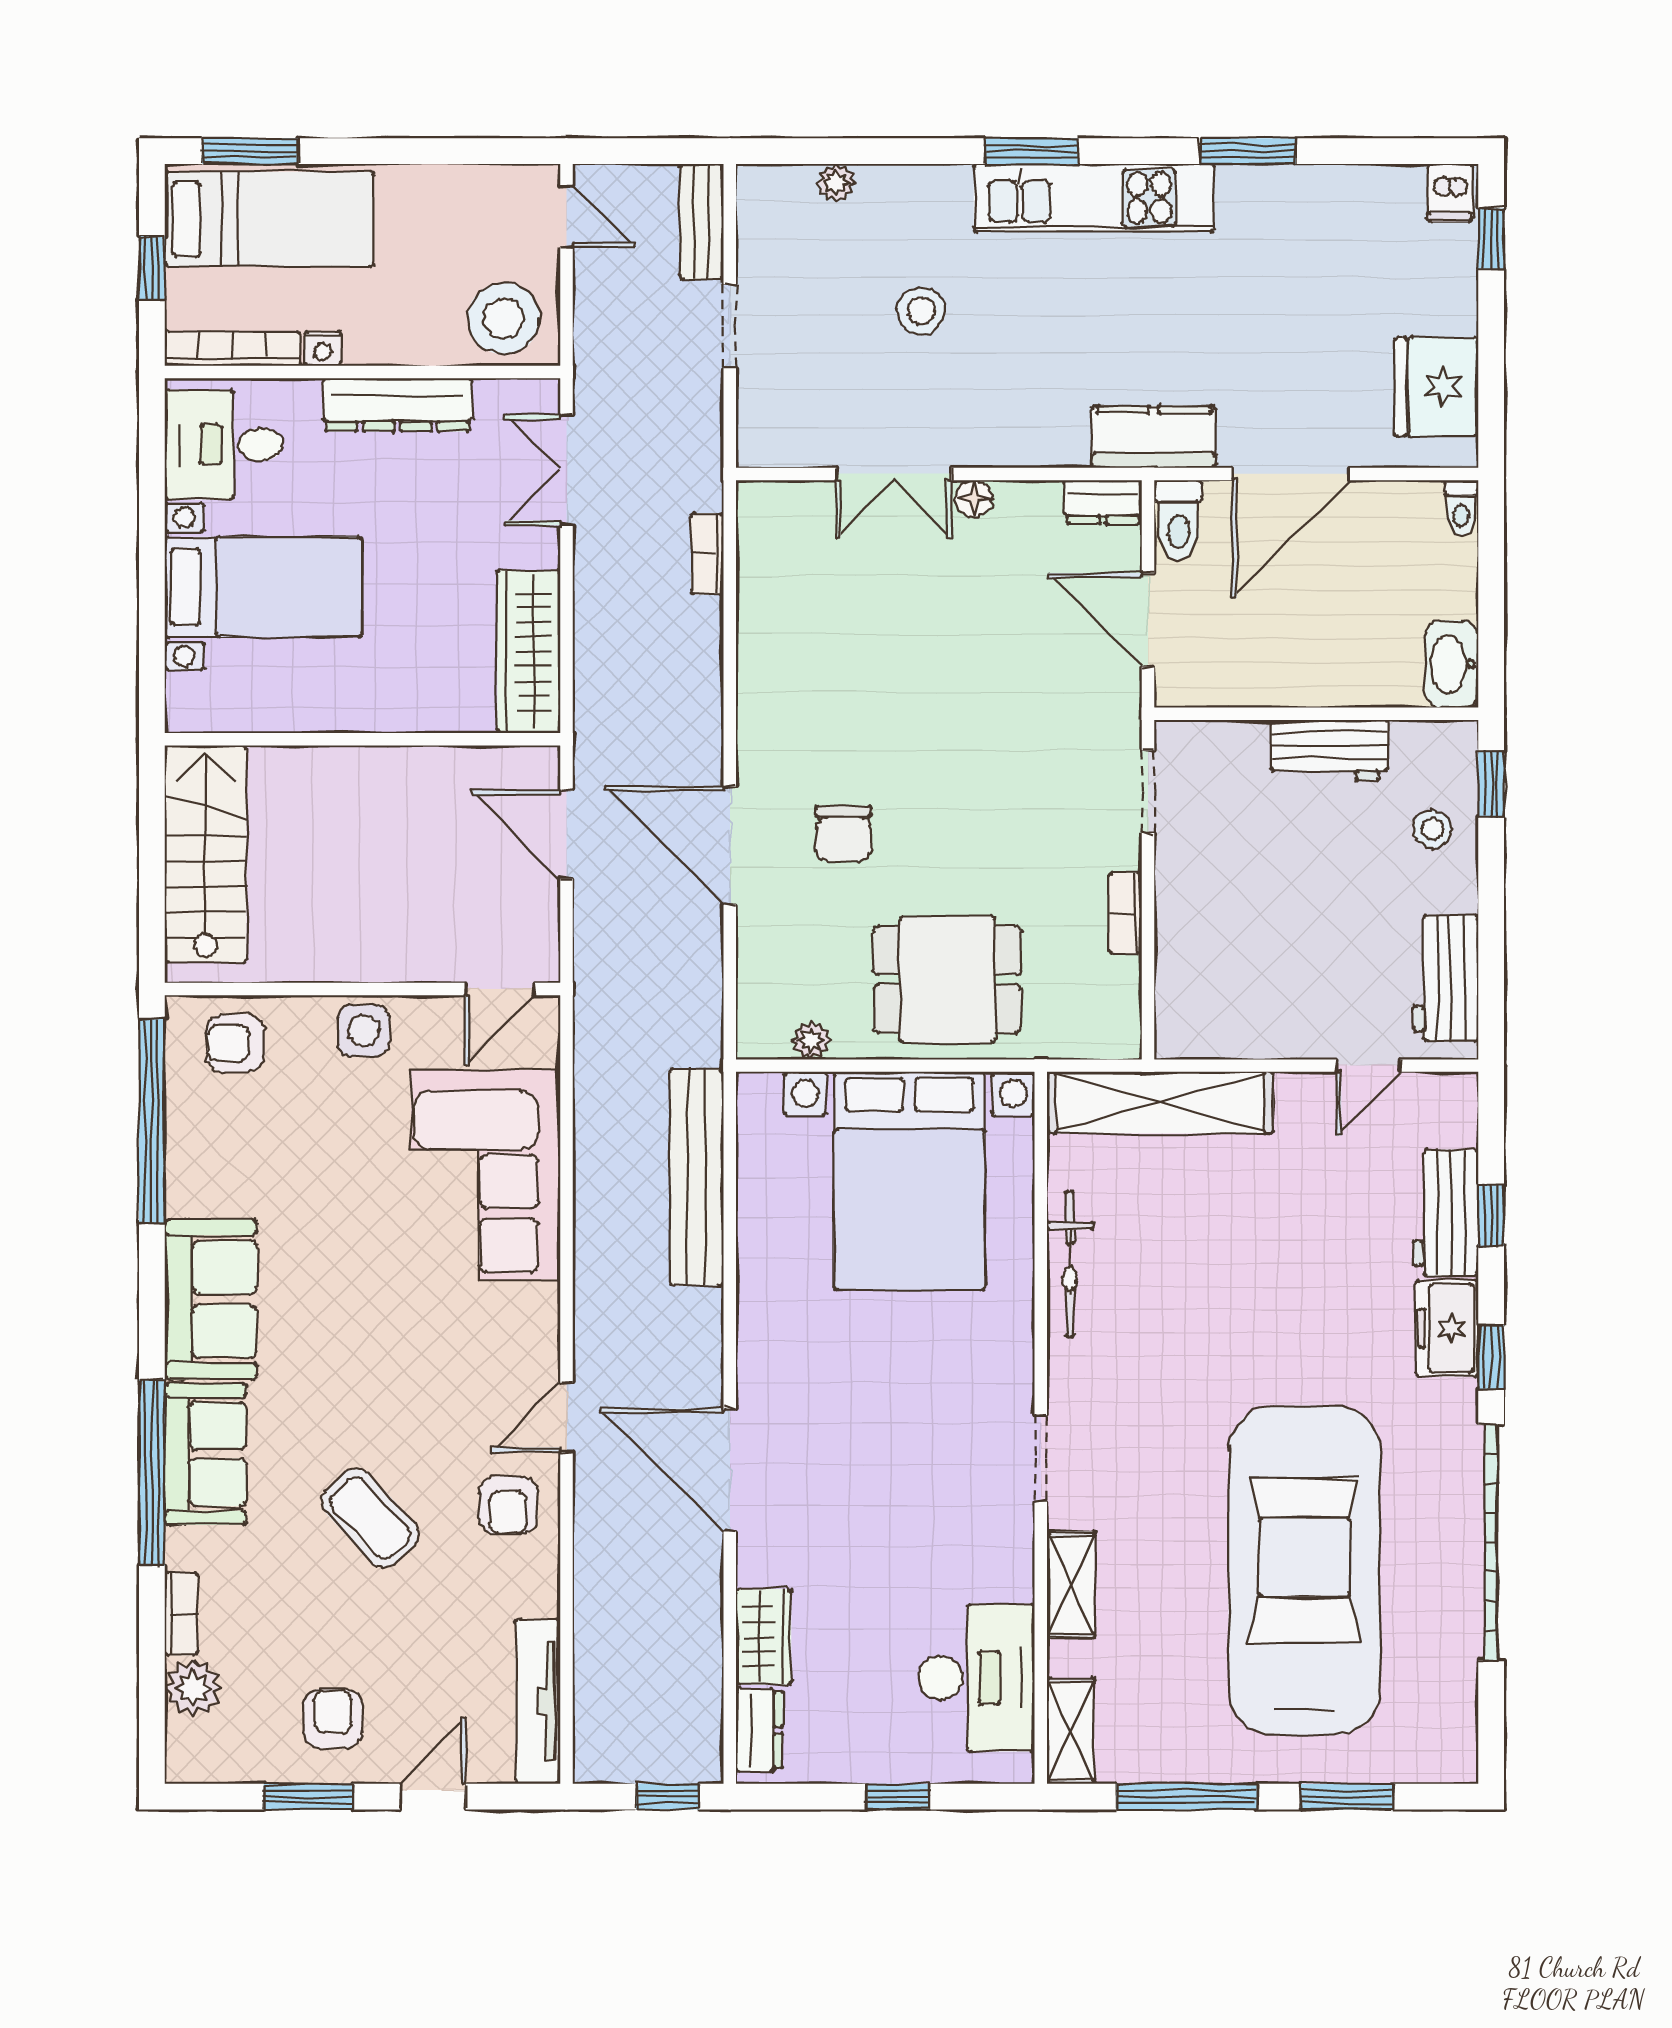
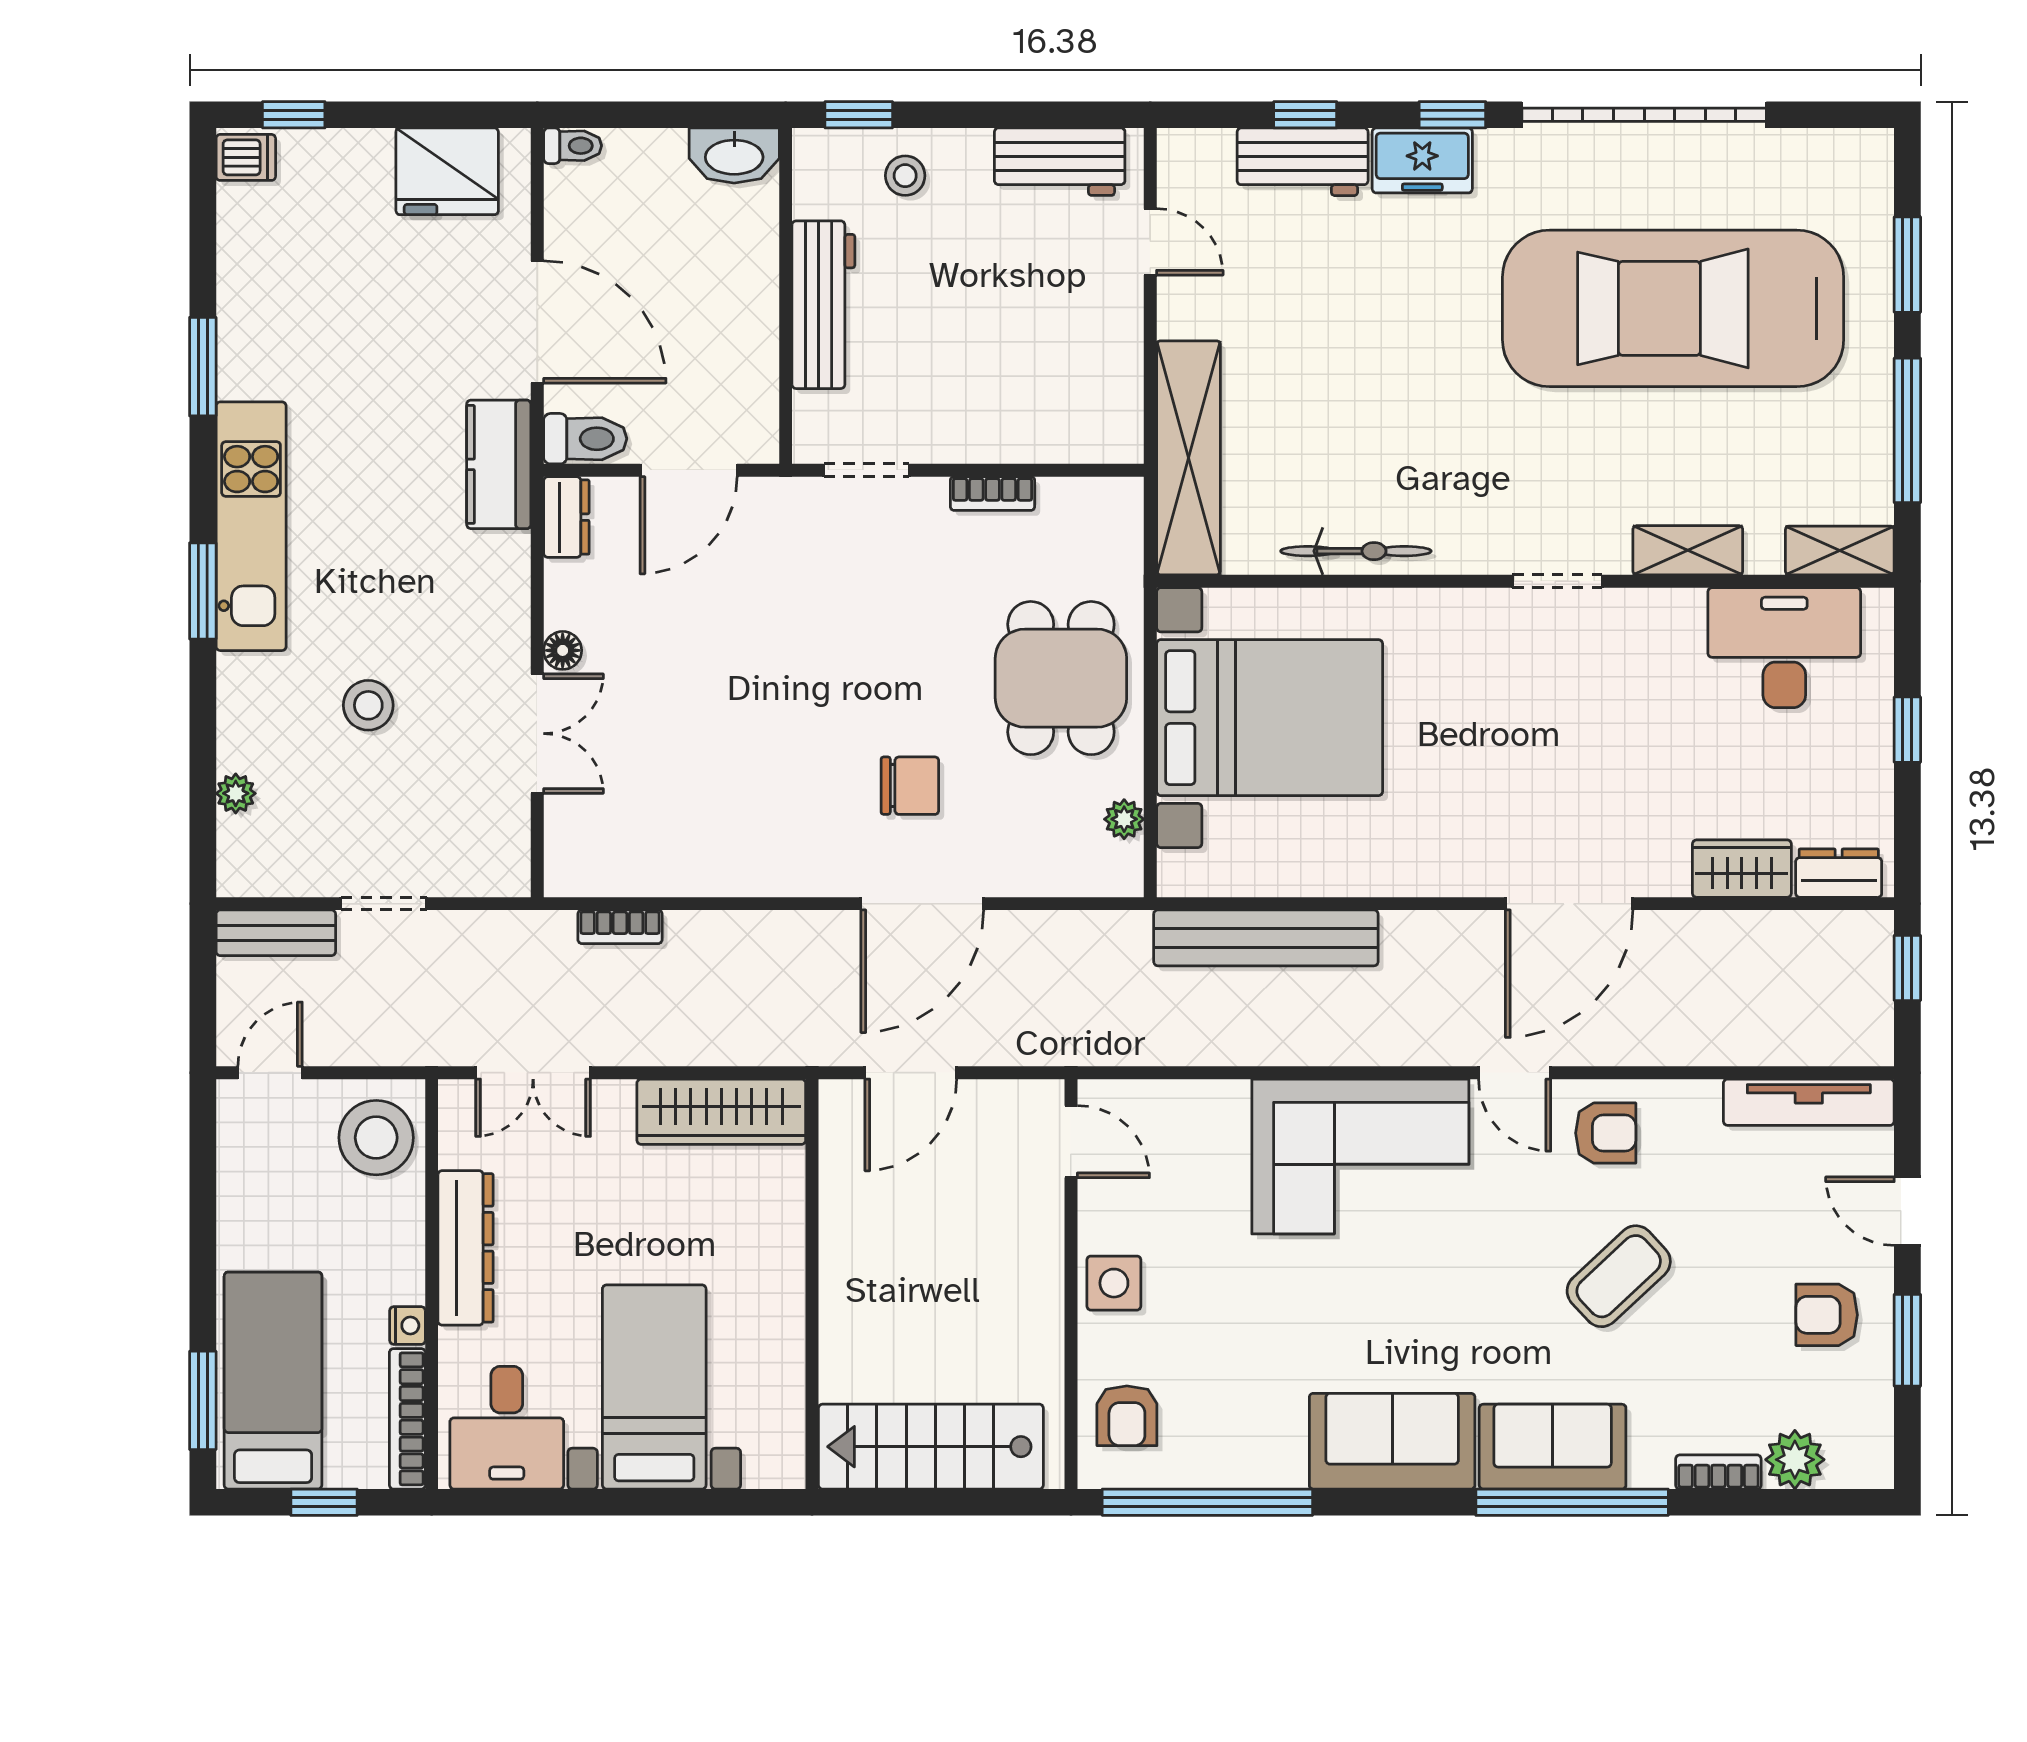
workbench: (1330, 750) -> (823, 305), width x1.38
corner sofa: (486, 1175) -> (1360, 1156), moved

